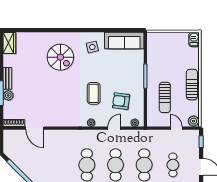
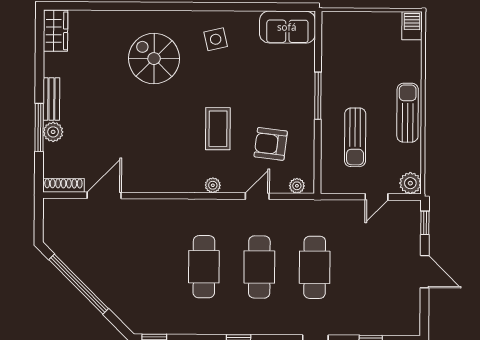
sofa: (124, 41) -> (287, 27), width x0.73
spiral stairs: (60, 57) -> (154, 59), turned 180
door: (35, 128) -> (104, 195), swing flipped
door: (176, 128) -> (377, 197), swing flipped
cafe table: (173, 165) -> (370, 268), removed

